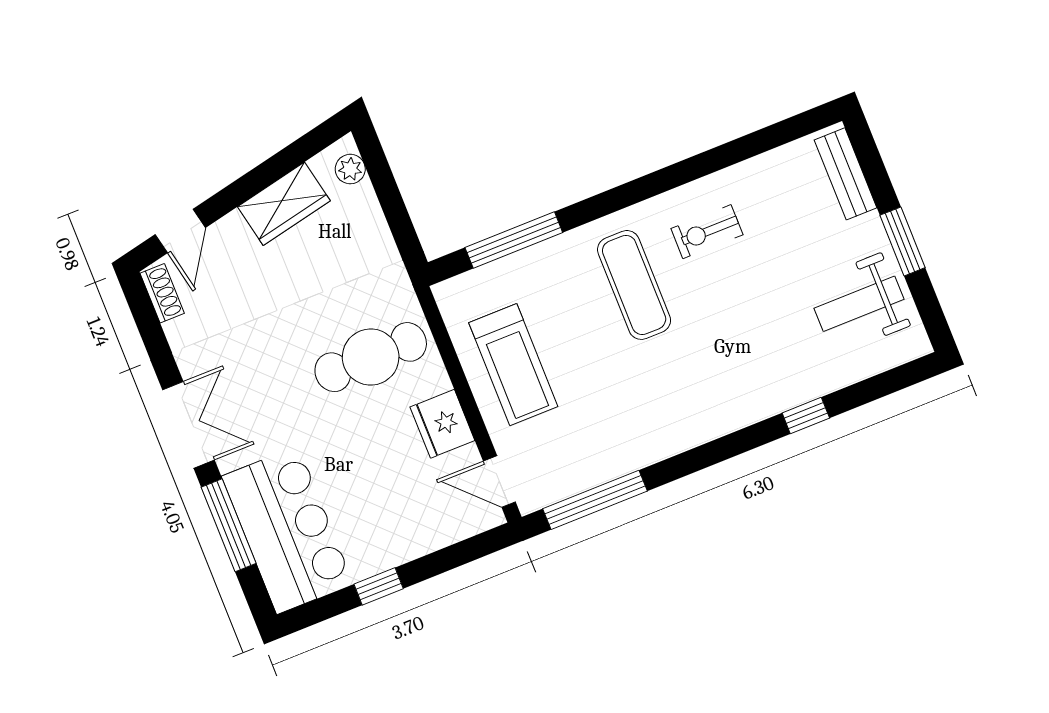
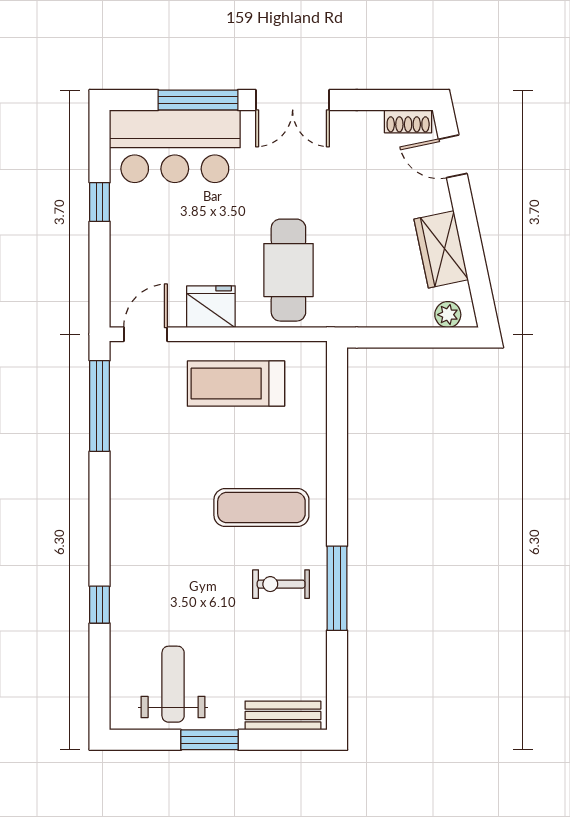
exercise bike: (707, 232) -> (281, 584), turned -90
window: (514, 240) -> (337, 588), moved

